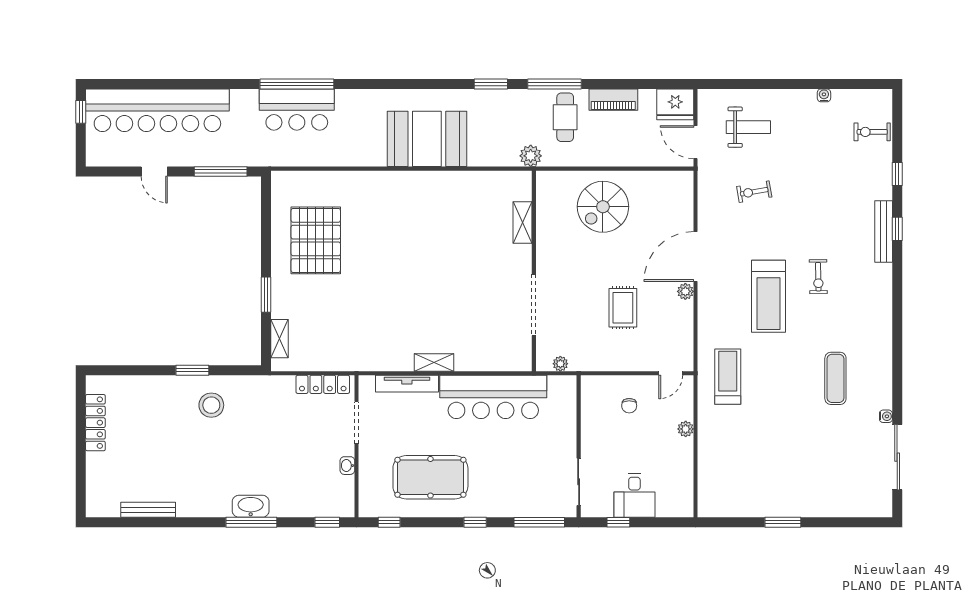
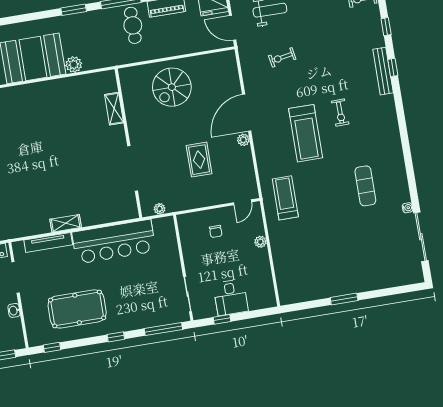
plant: (531, 156) -> (74, 65), moved

